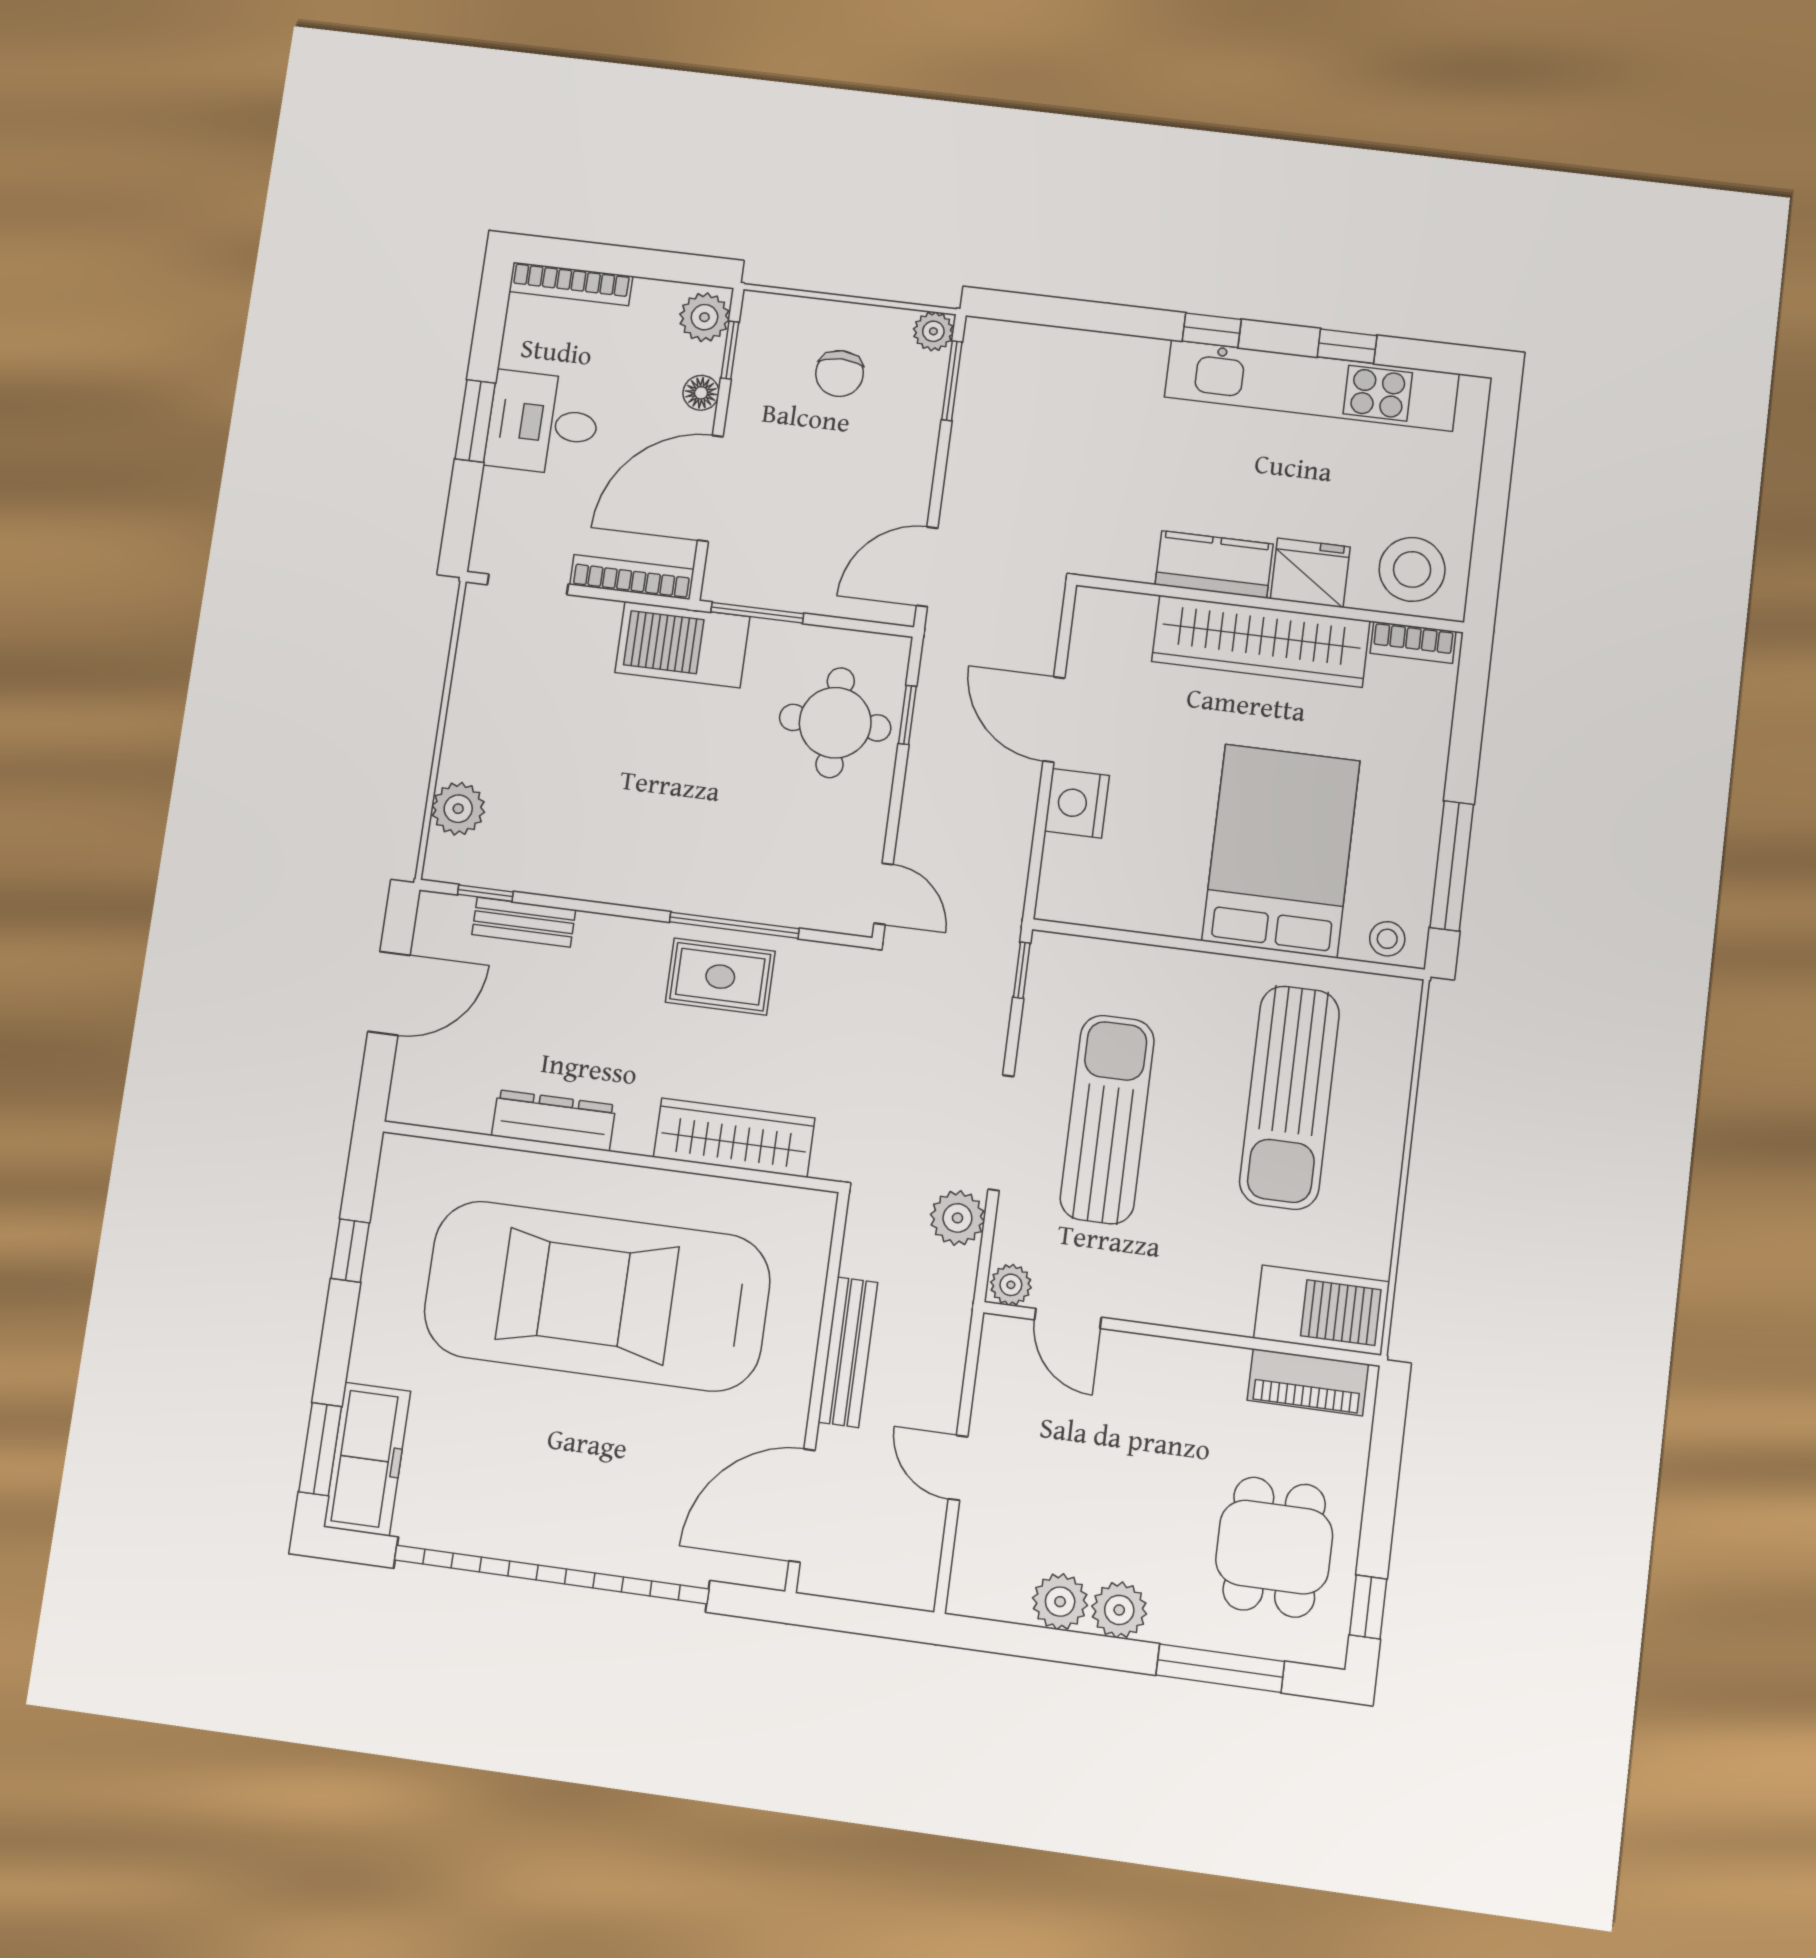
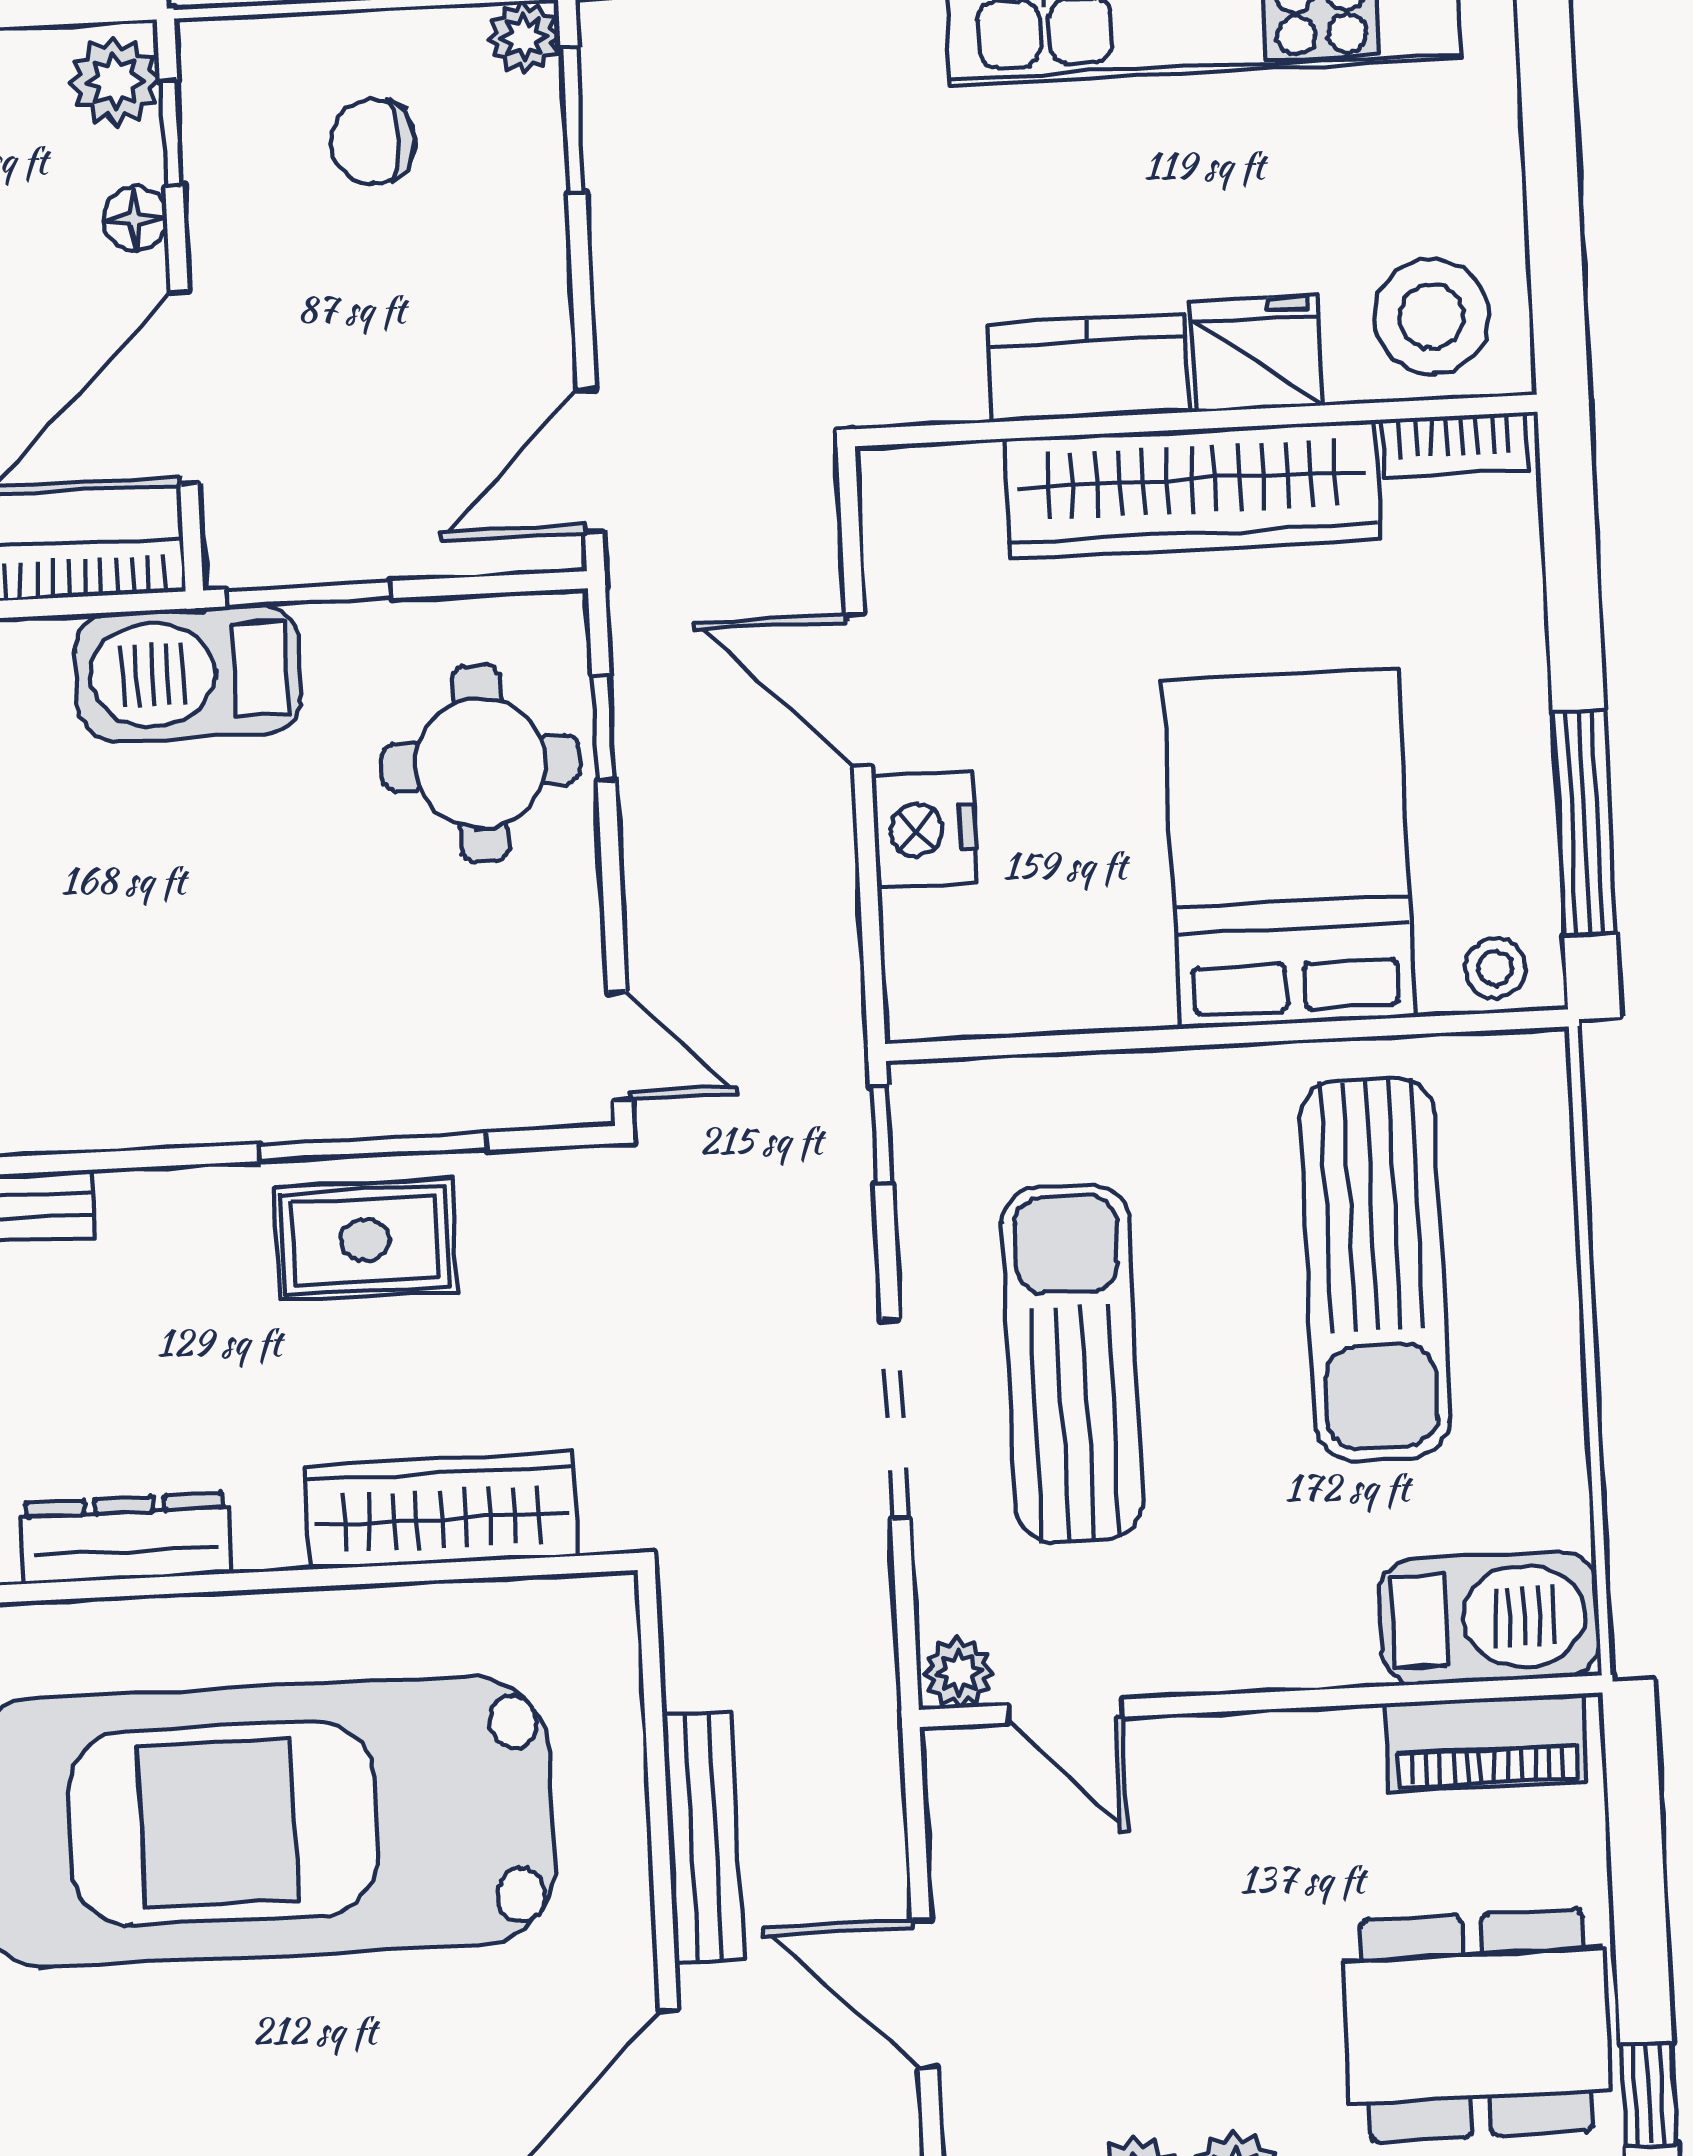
chair: (840, 373) -> (373, 142), turned 90
plant: (957, 1218) -> (848, 1577), removed
door: (958, 1468) -> (925, 1994), width x1.38
dining table: (1274, 1547) -> (1476, 2026), width x1.38

